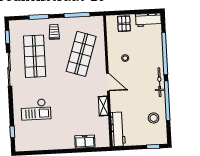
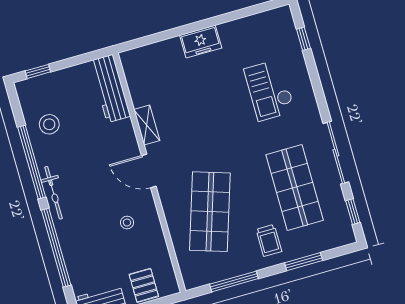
checkout: (36, 109) -> (269, 90), turned -90
freezer: (85, 142) -> (201, 42), moved

